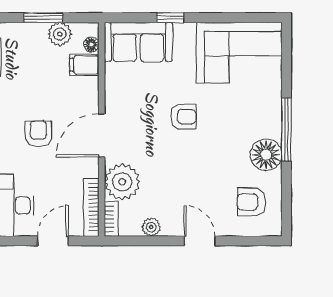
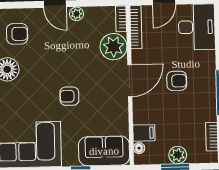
plant: (60, 34) -> (178, 155), moved
armchair: (38, 134) -> (177, 81), turned -90
plant: (151, 227) -> (76, 14), moved

